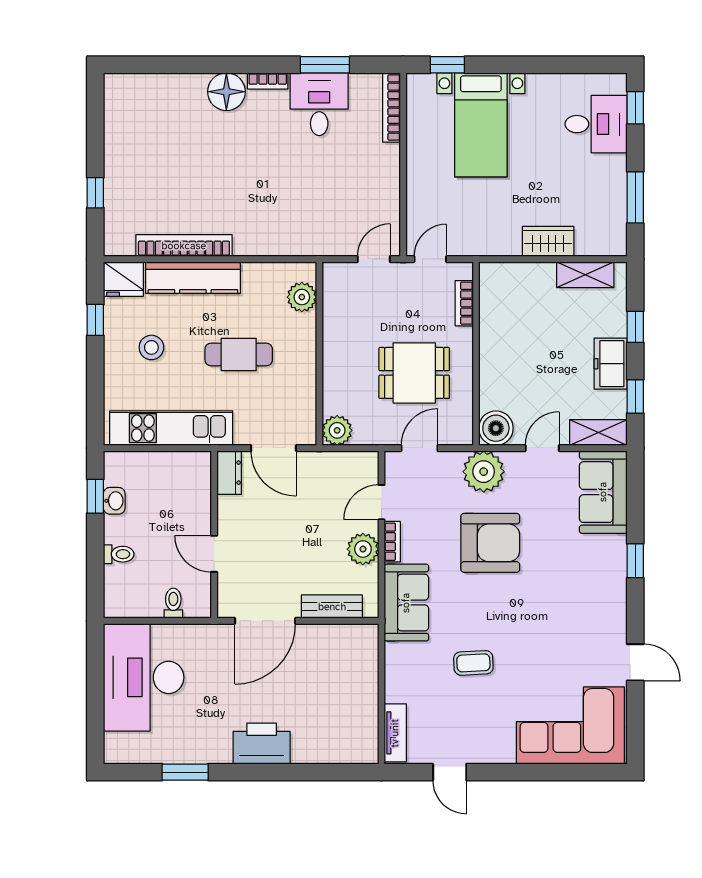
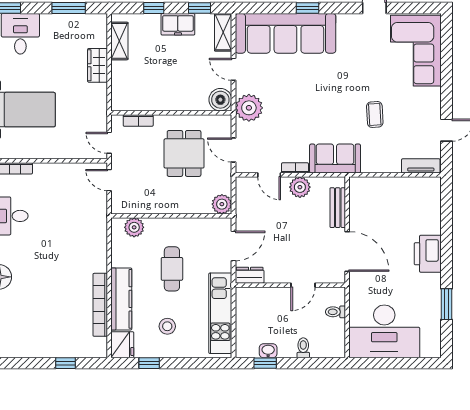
sofa: (603, 492) -> (285, 33), width x1.85, depth x1.27
armchair: (490, 543) -> (296, 103), removed

